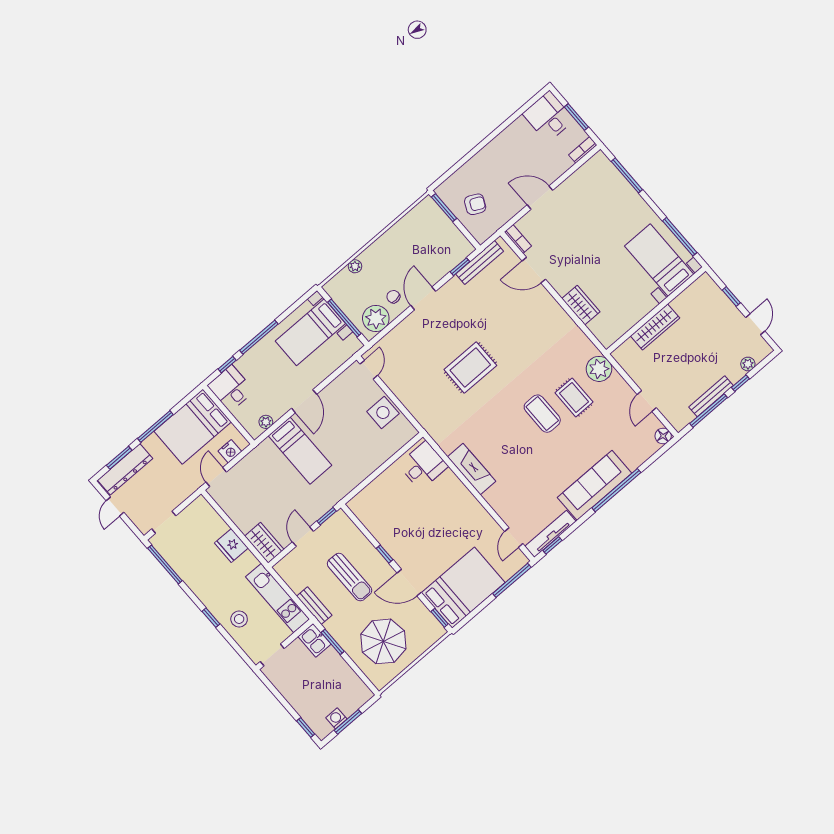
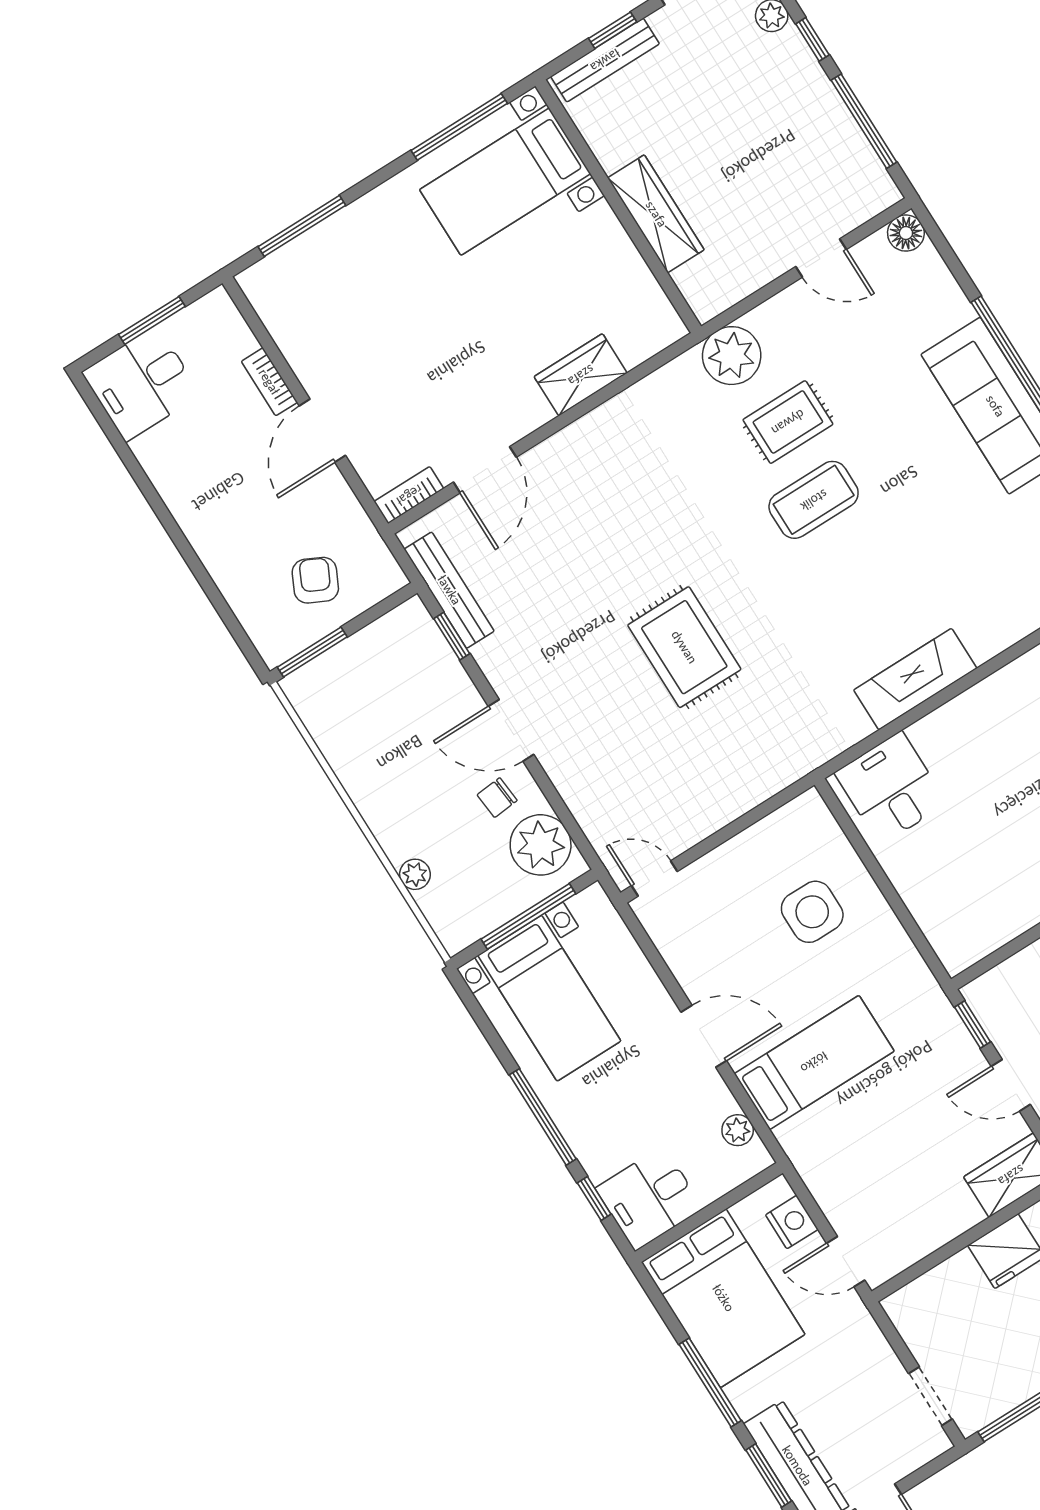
bookcase: (583, 150) -> (269, 382), moved
bench: (711, 396) -> (605, 60), moved, turned 90
side table: (383, 412) -> (812, 912), moved

